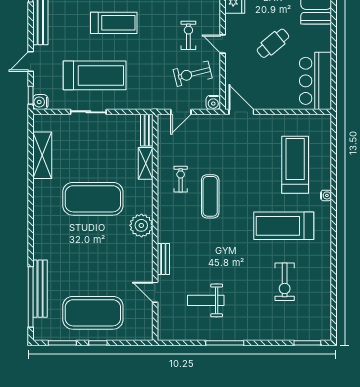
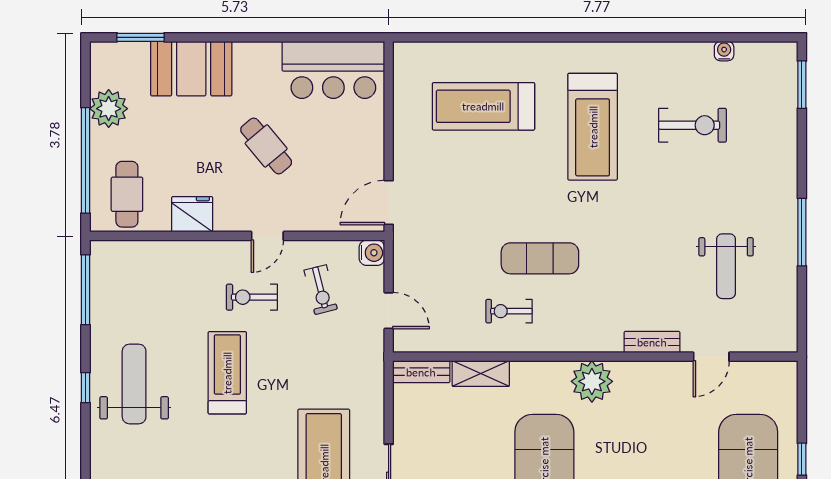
treadmill: (114, 23) -> (227, 373), moved
exercise bike: (193, 74) -> (321, 290), width x0.73, depth x0.72
water cooler: (326, 195) -> (724, 51), moved

